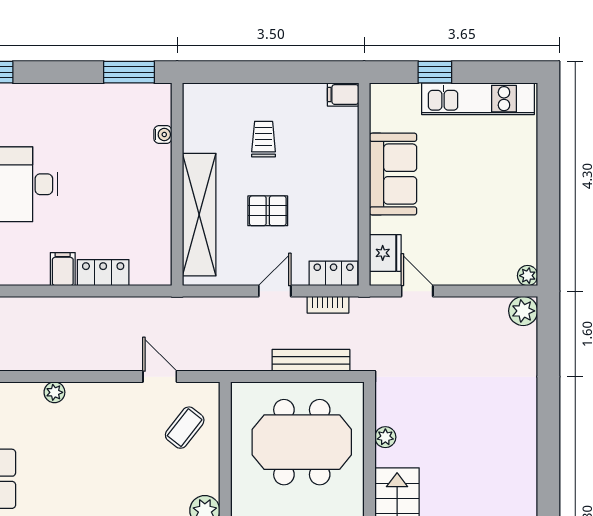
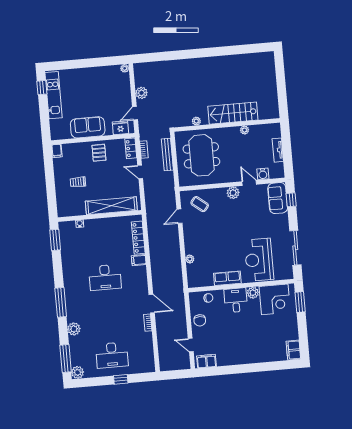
window: (435, 72) -> (42, 88), moved
pallet: (268, 211) -> (99, 153), moved
locker: (103, 273) -> (138, 238), width x1.53
plant: (523, 311) -> (141, 93), moved

